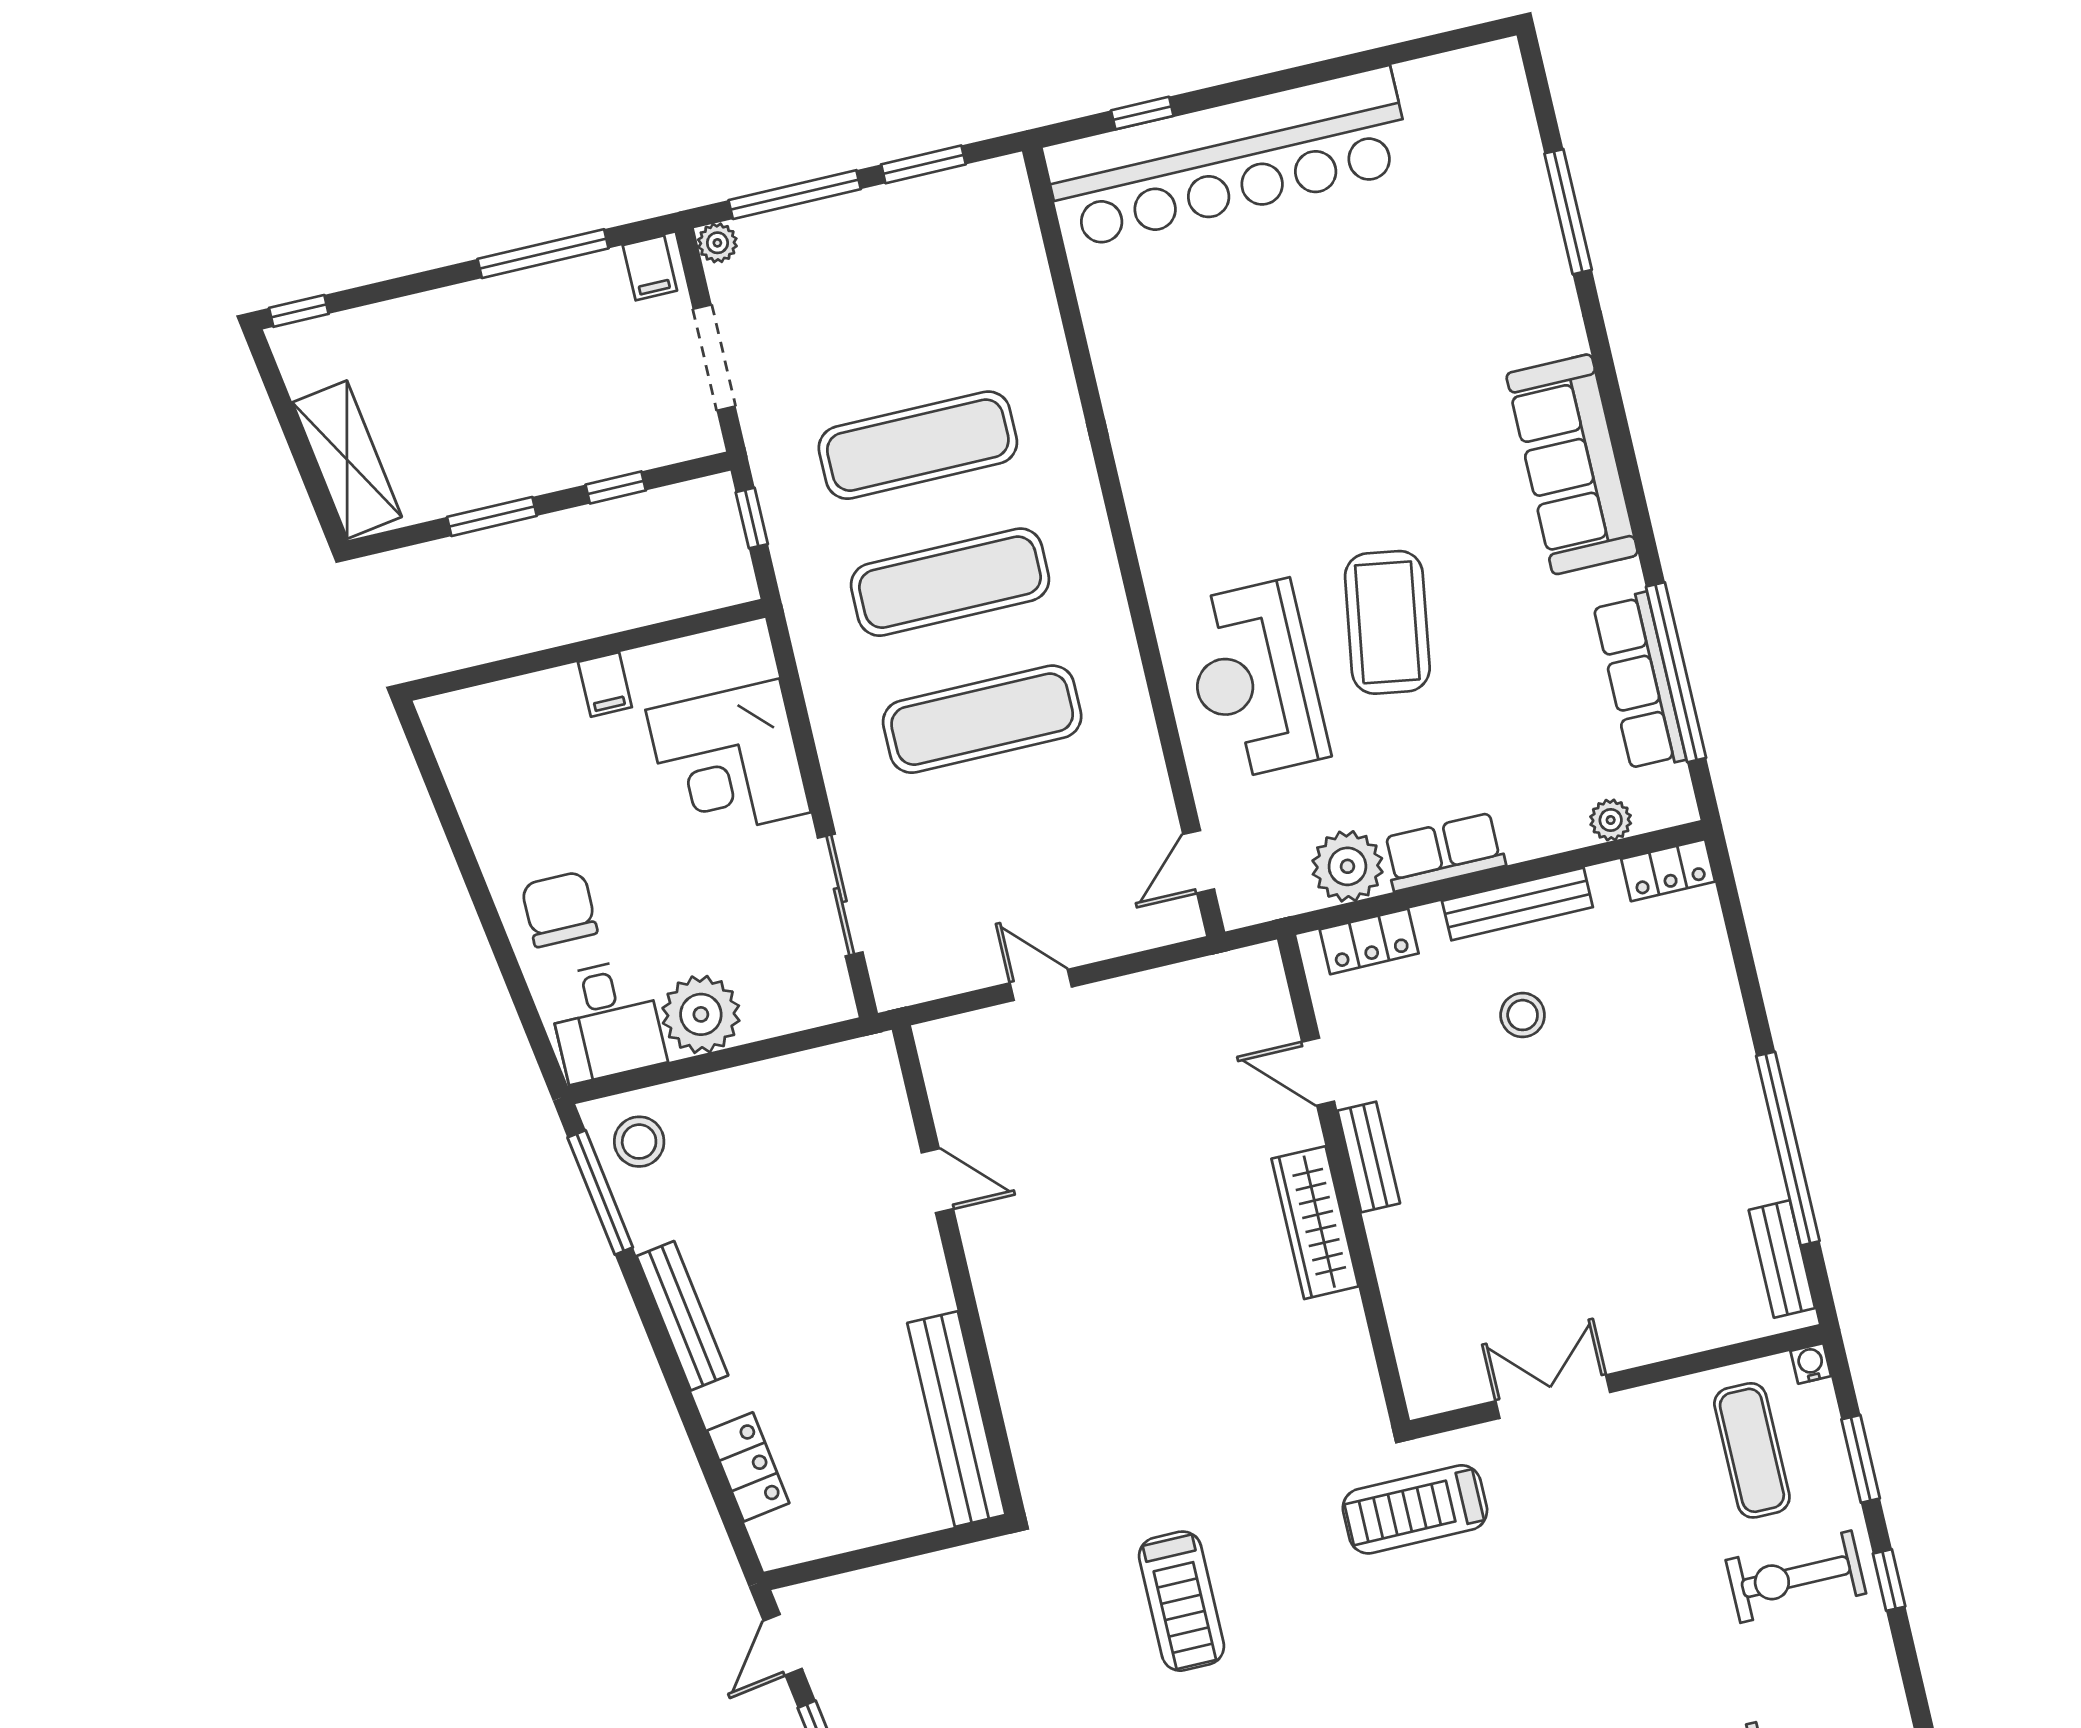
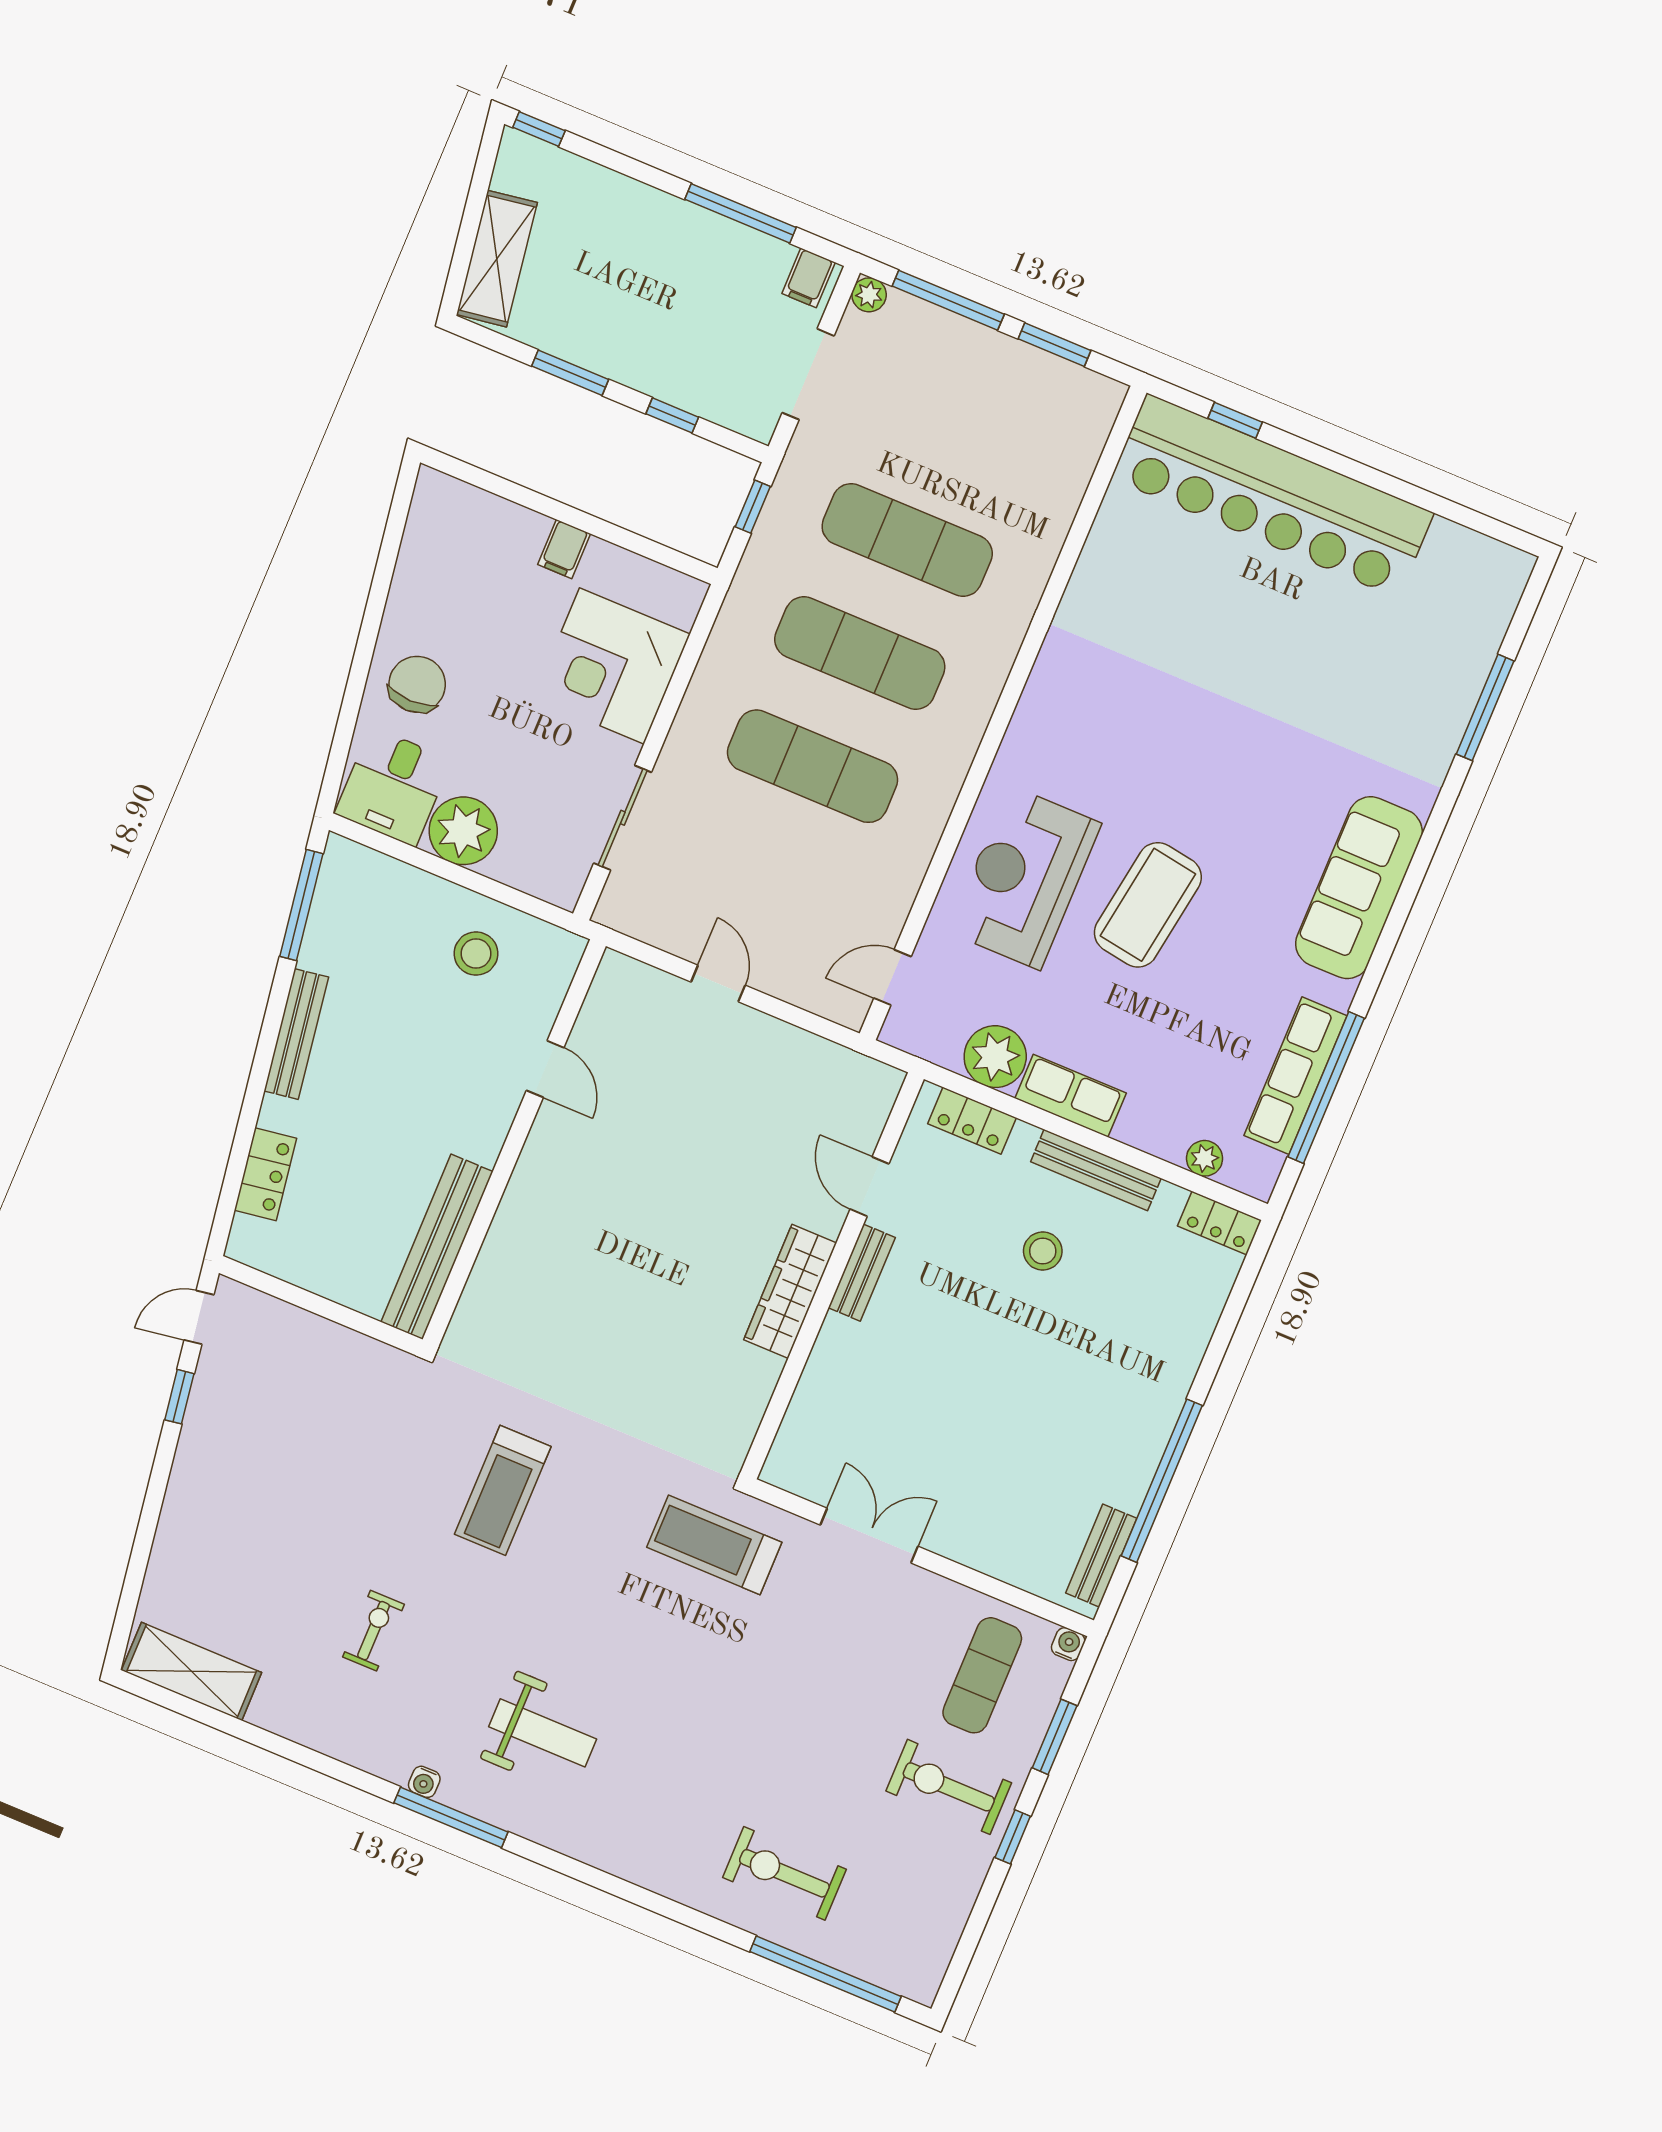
stool: (639, 1142) -> (476, 954), moved

